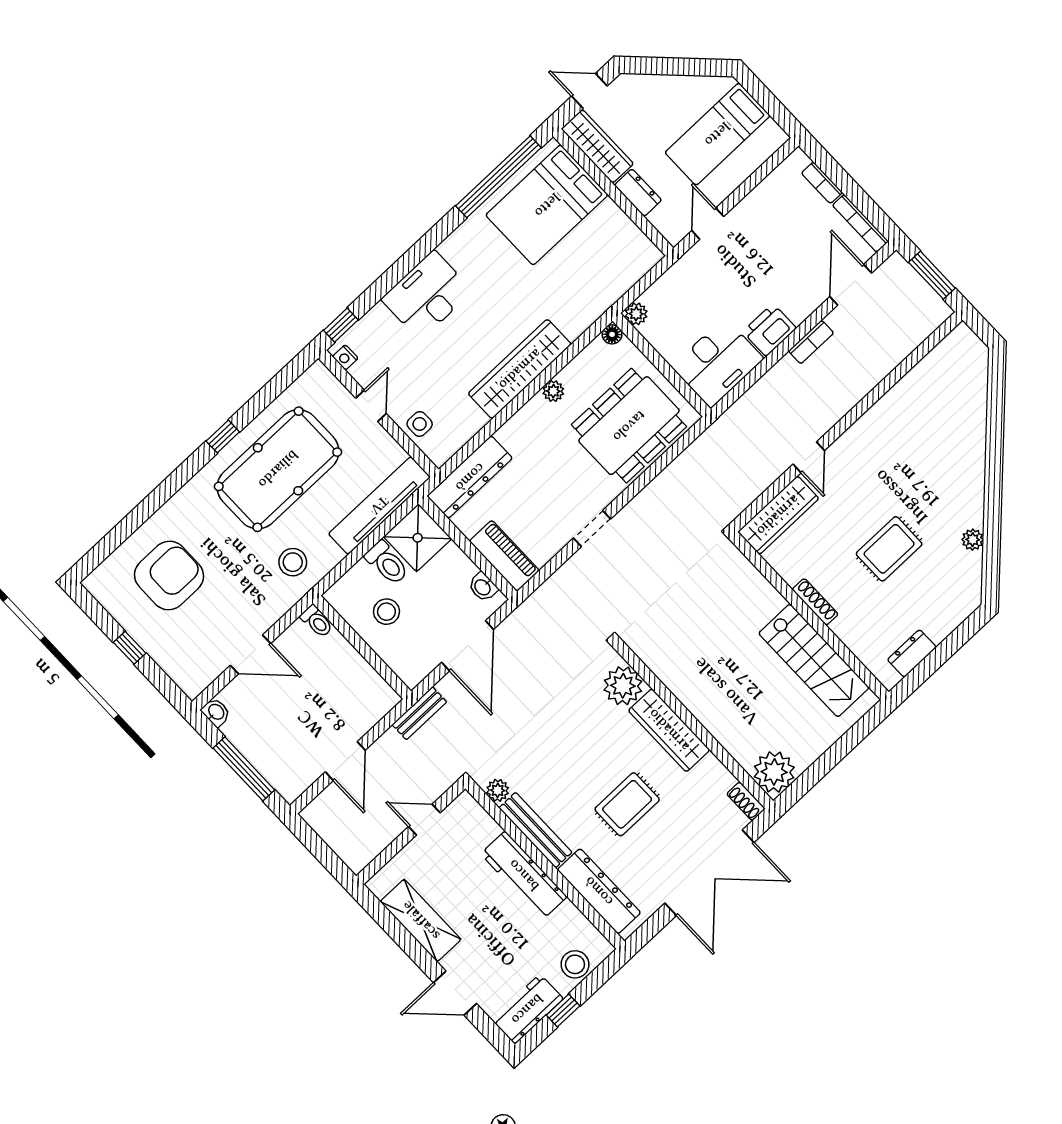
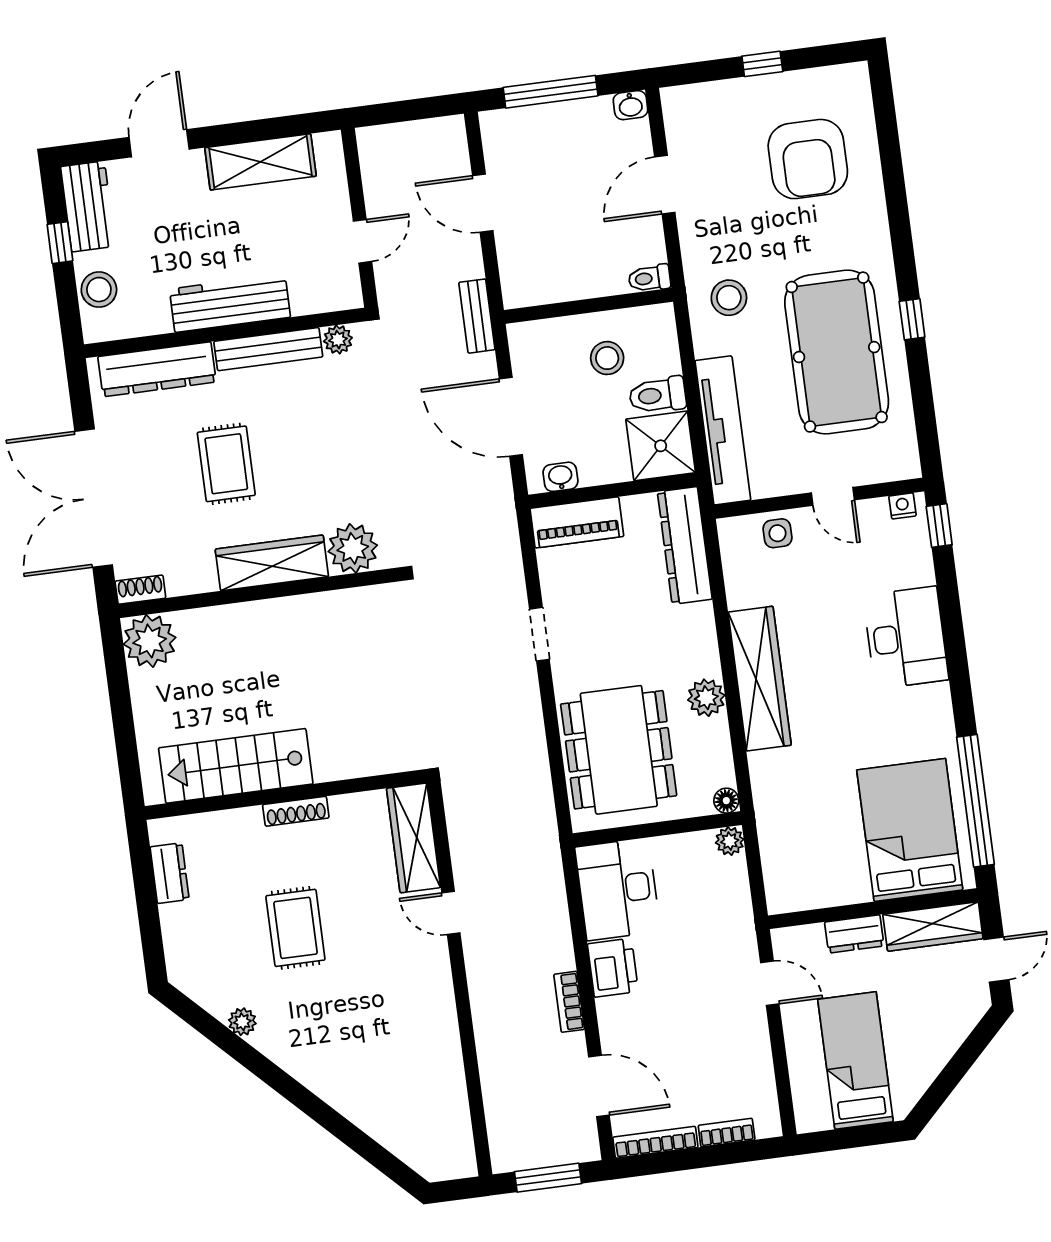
plant: (553, 391) -> (706, 698), width x1.38, depth x1.38

